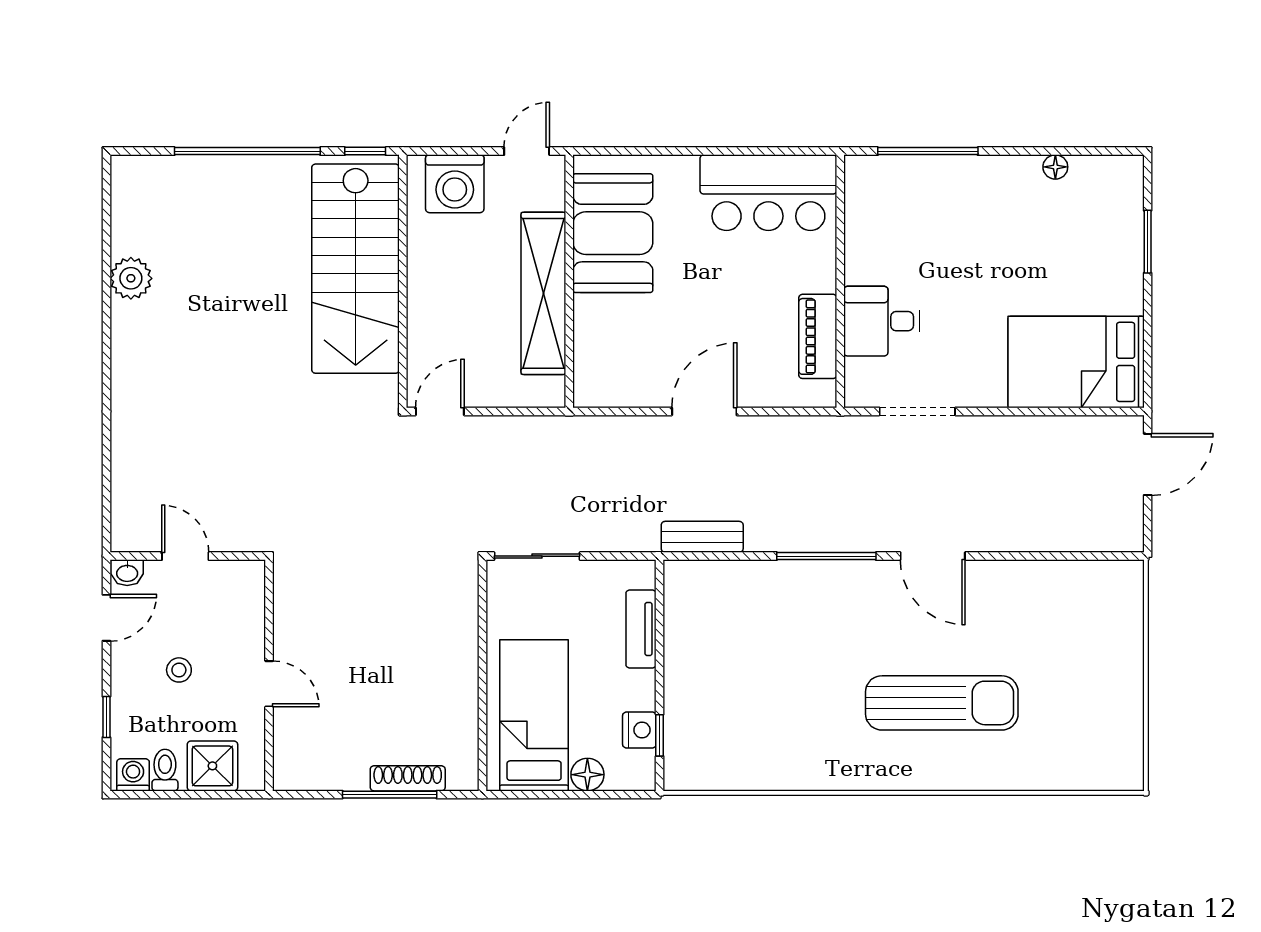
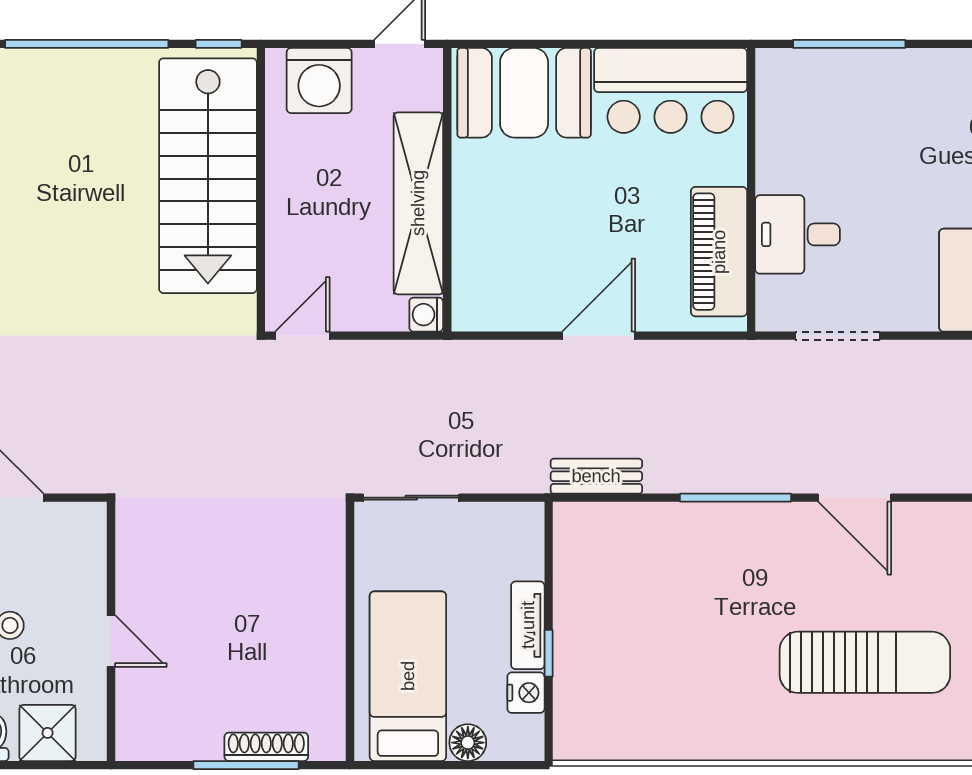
booth: (613, 233) -> (524, 93), moved, turned 90
piano: (818, 336) -> (719, 252), width x1.37, depth x1.33
washing machine: (550, 393) -> (426, 315), added
tv unit: (641, 629) -> (528, 625), moved
window: (660, 735) -> (549, 653), moved

